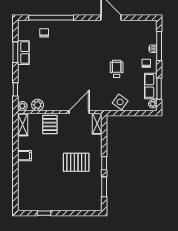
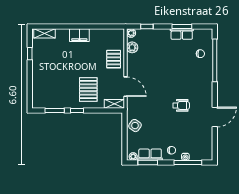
wheelchair: (117, 69) -> (181, 105), moved
pallet: (50, 124) -> (114, 59), turned 90
shelving: (23, 125) -> (45, 33), moved
filing cabinet: (24, 156) -> (79, 35), width x2.00
pallet: (76, 162) -> (88, 89), moved

